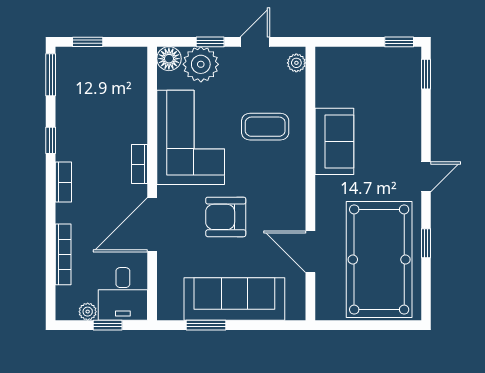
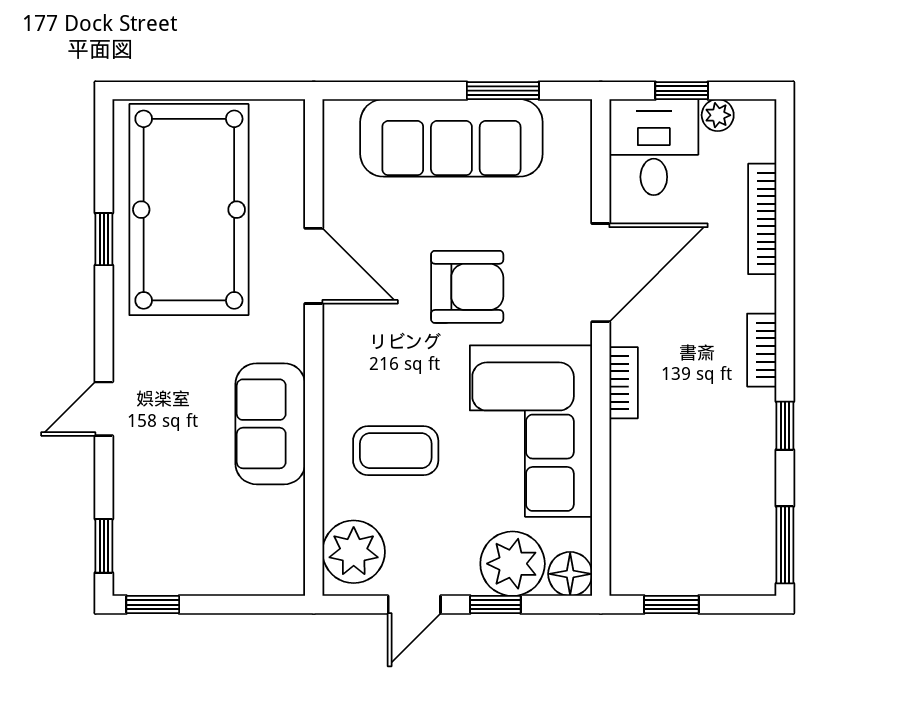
window: (88, 42) -> (671, 605), moved
plant: (296, 63) -> (354, 552), width x1.88, depth x1.88
door: (426, 177) -> (104, 409), moved
door: (310, 252) -> (314, 266), moved

